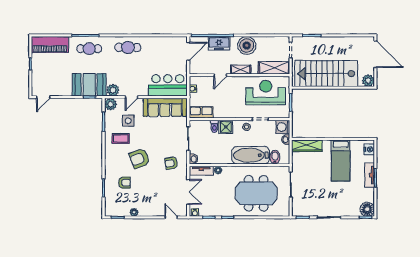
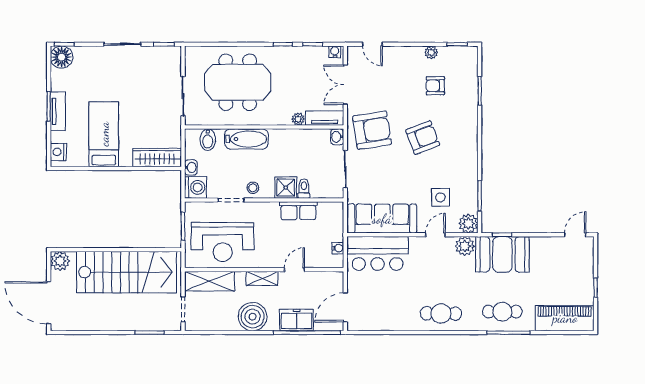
row of seats: (201, 112) -> (298, 211), moved
coffee table: (121, 138) -> (452, 169), removed
bathtub: (251, 155) -> (246, 139), width x0.73, depth x0.73
armchair: (171, 163) -> (372, 130), width x1.88, depth x1.88
armchair: (124, 183) -> (435, 86), moved

